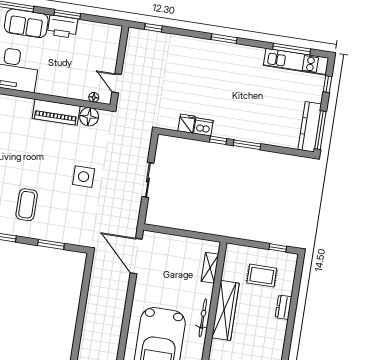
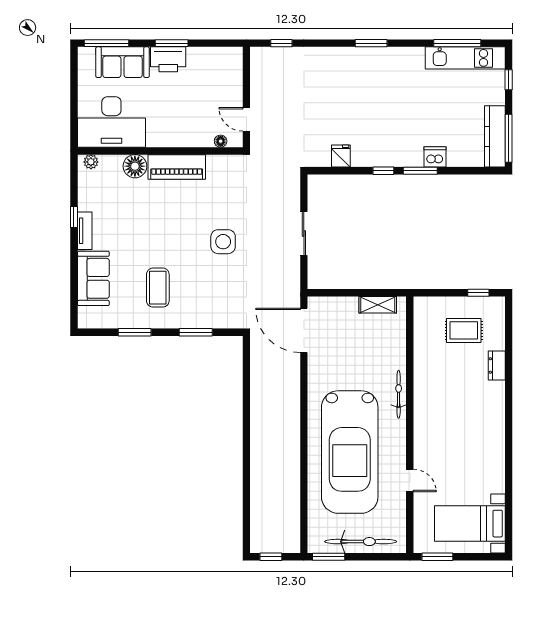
floor lamp: (89, 117) -> (135, 166), moved
dishwasher: (203, 127) -> (435, 157), moved
shelving: (210, 268) -> (378, 305), moved, turned 90
wardrobe: (225, 310) -> (425, 381), removed

